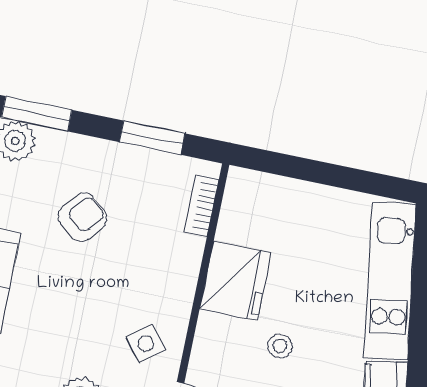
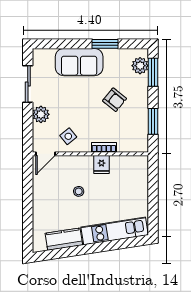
bookcase: (201, 205) -> (104, 147), moved
fridge: (235, 281) -> (102, 165), width x0.53, depth x0.75

